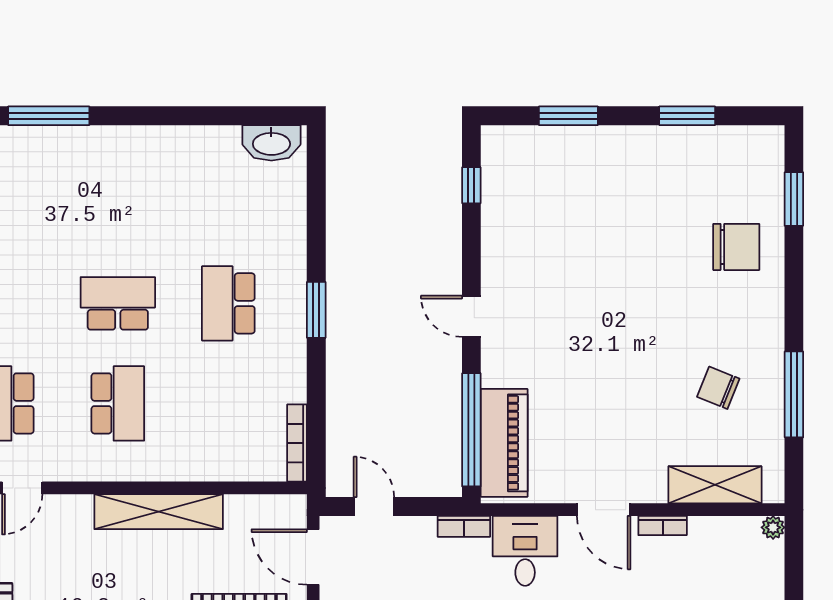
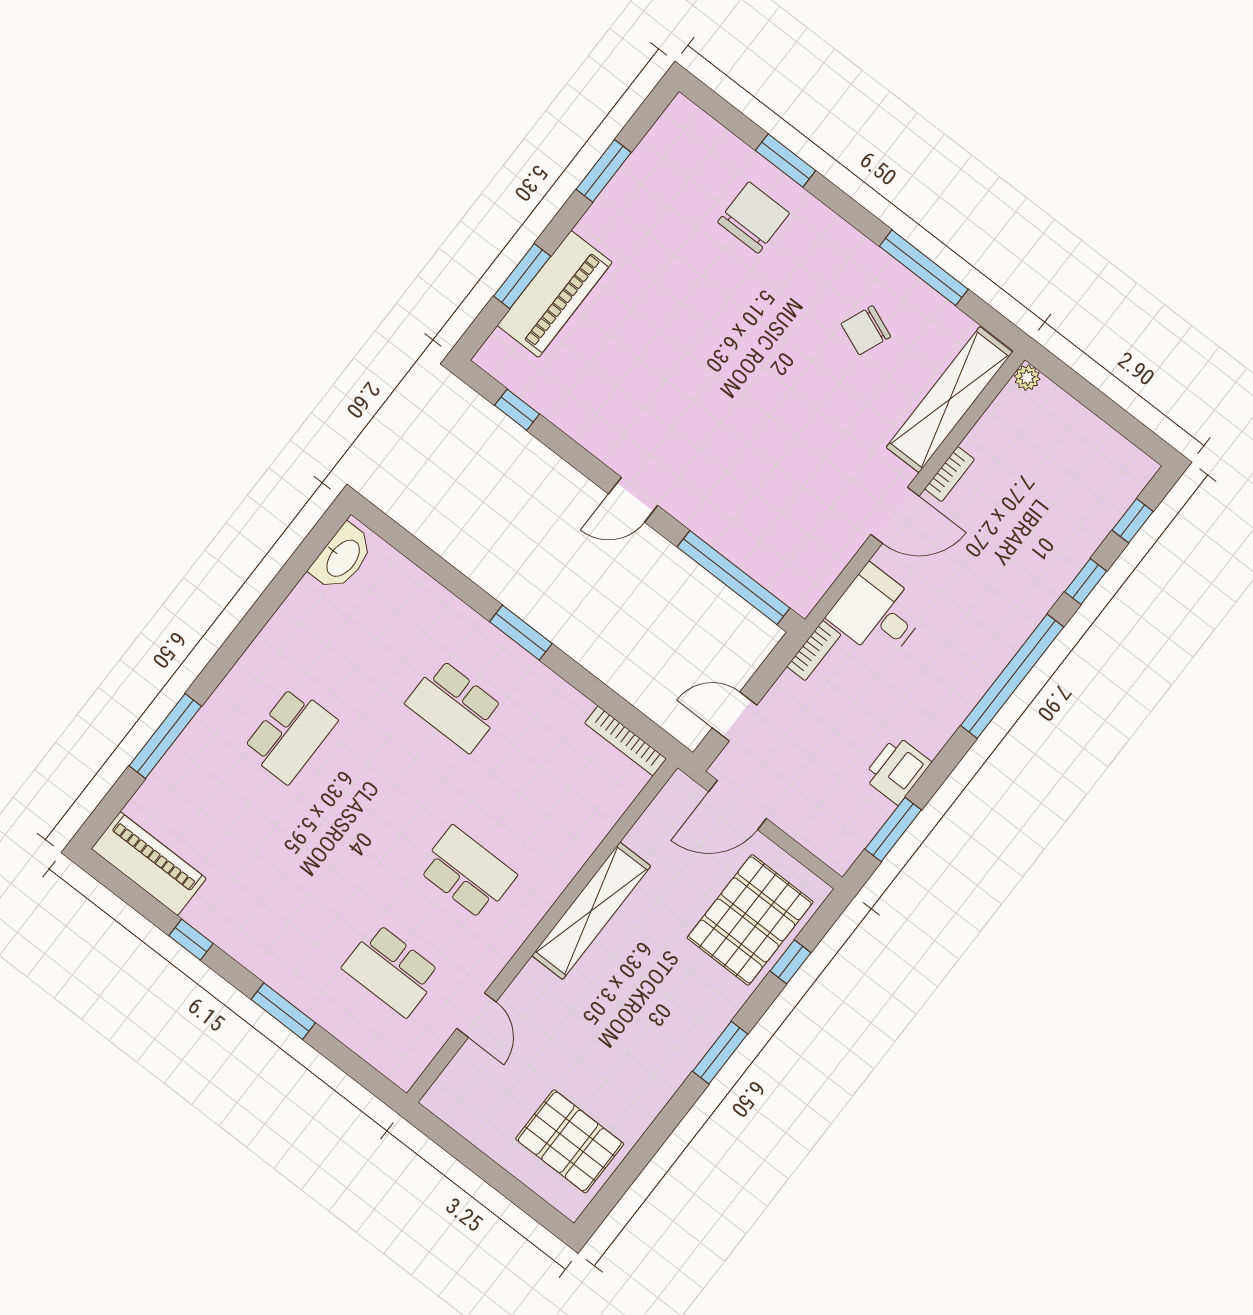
window: (794, 199) -> (785, 161), moved
school desk: (118, 303) -> (290, 735), moved, turned 180
piano: (504, 443) -> (555, 294), moved, turned 90
shelving: (715, 485) -> (949, 400), width x1.47

